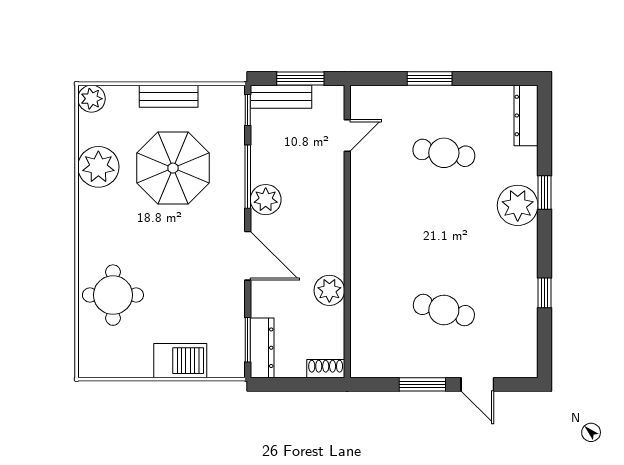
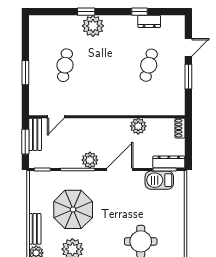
bench: (169, 96) -> (35, 229), moved
bench: (281, 97) -> (35, 134), moved
dresser: (526, 116) -> (149, 21), moved, width x0.70
door: (347, 136) -> (56, 117), swing flipped
barbecue: (180, 361) -> (159, 180), moved, turned -90

